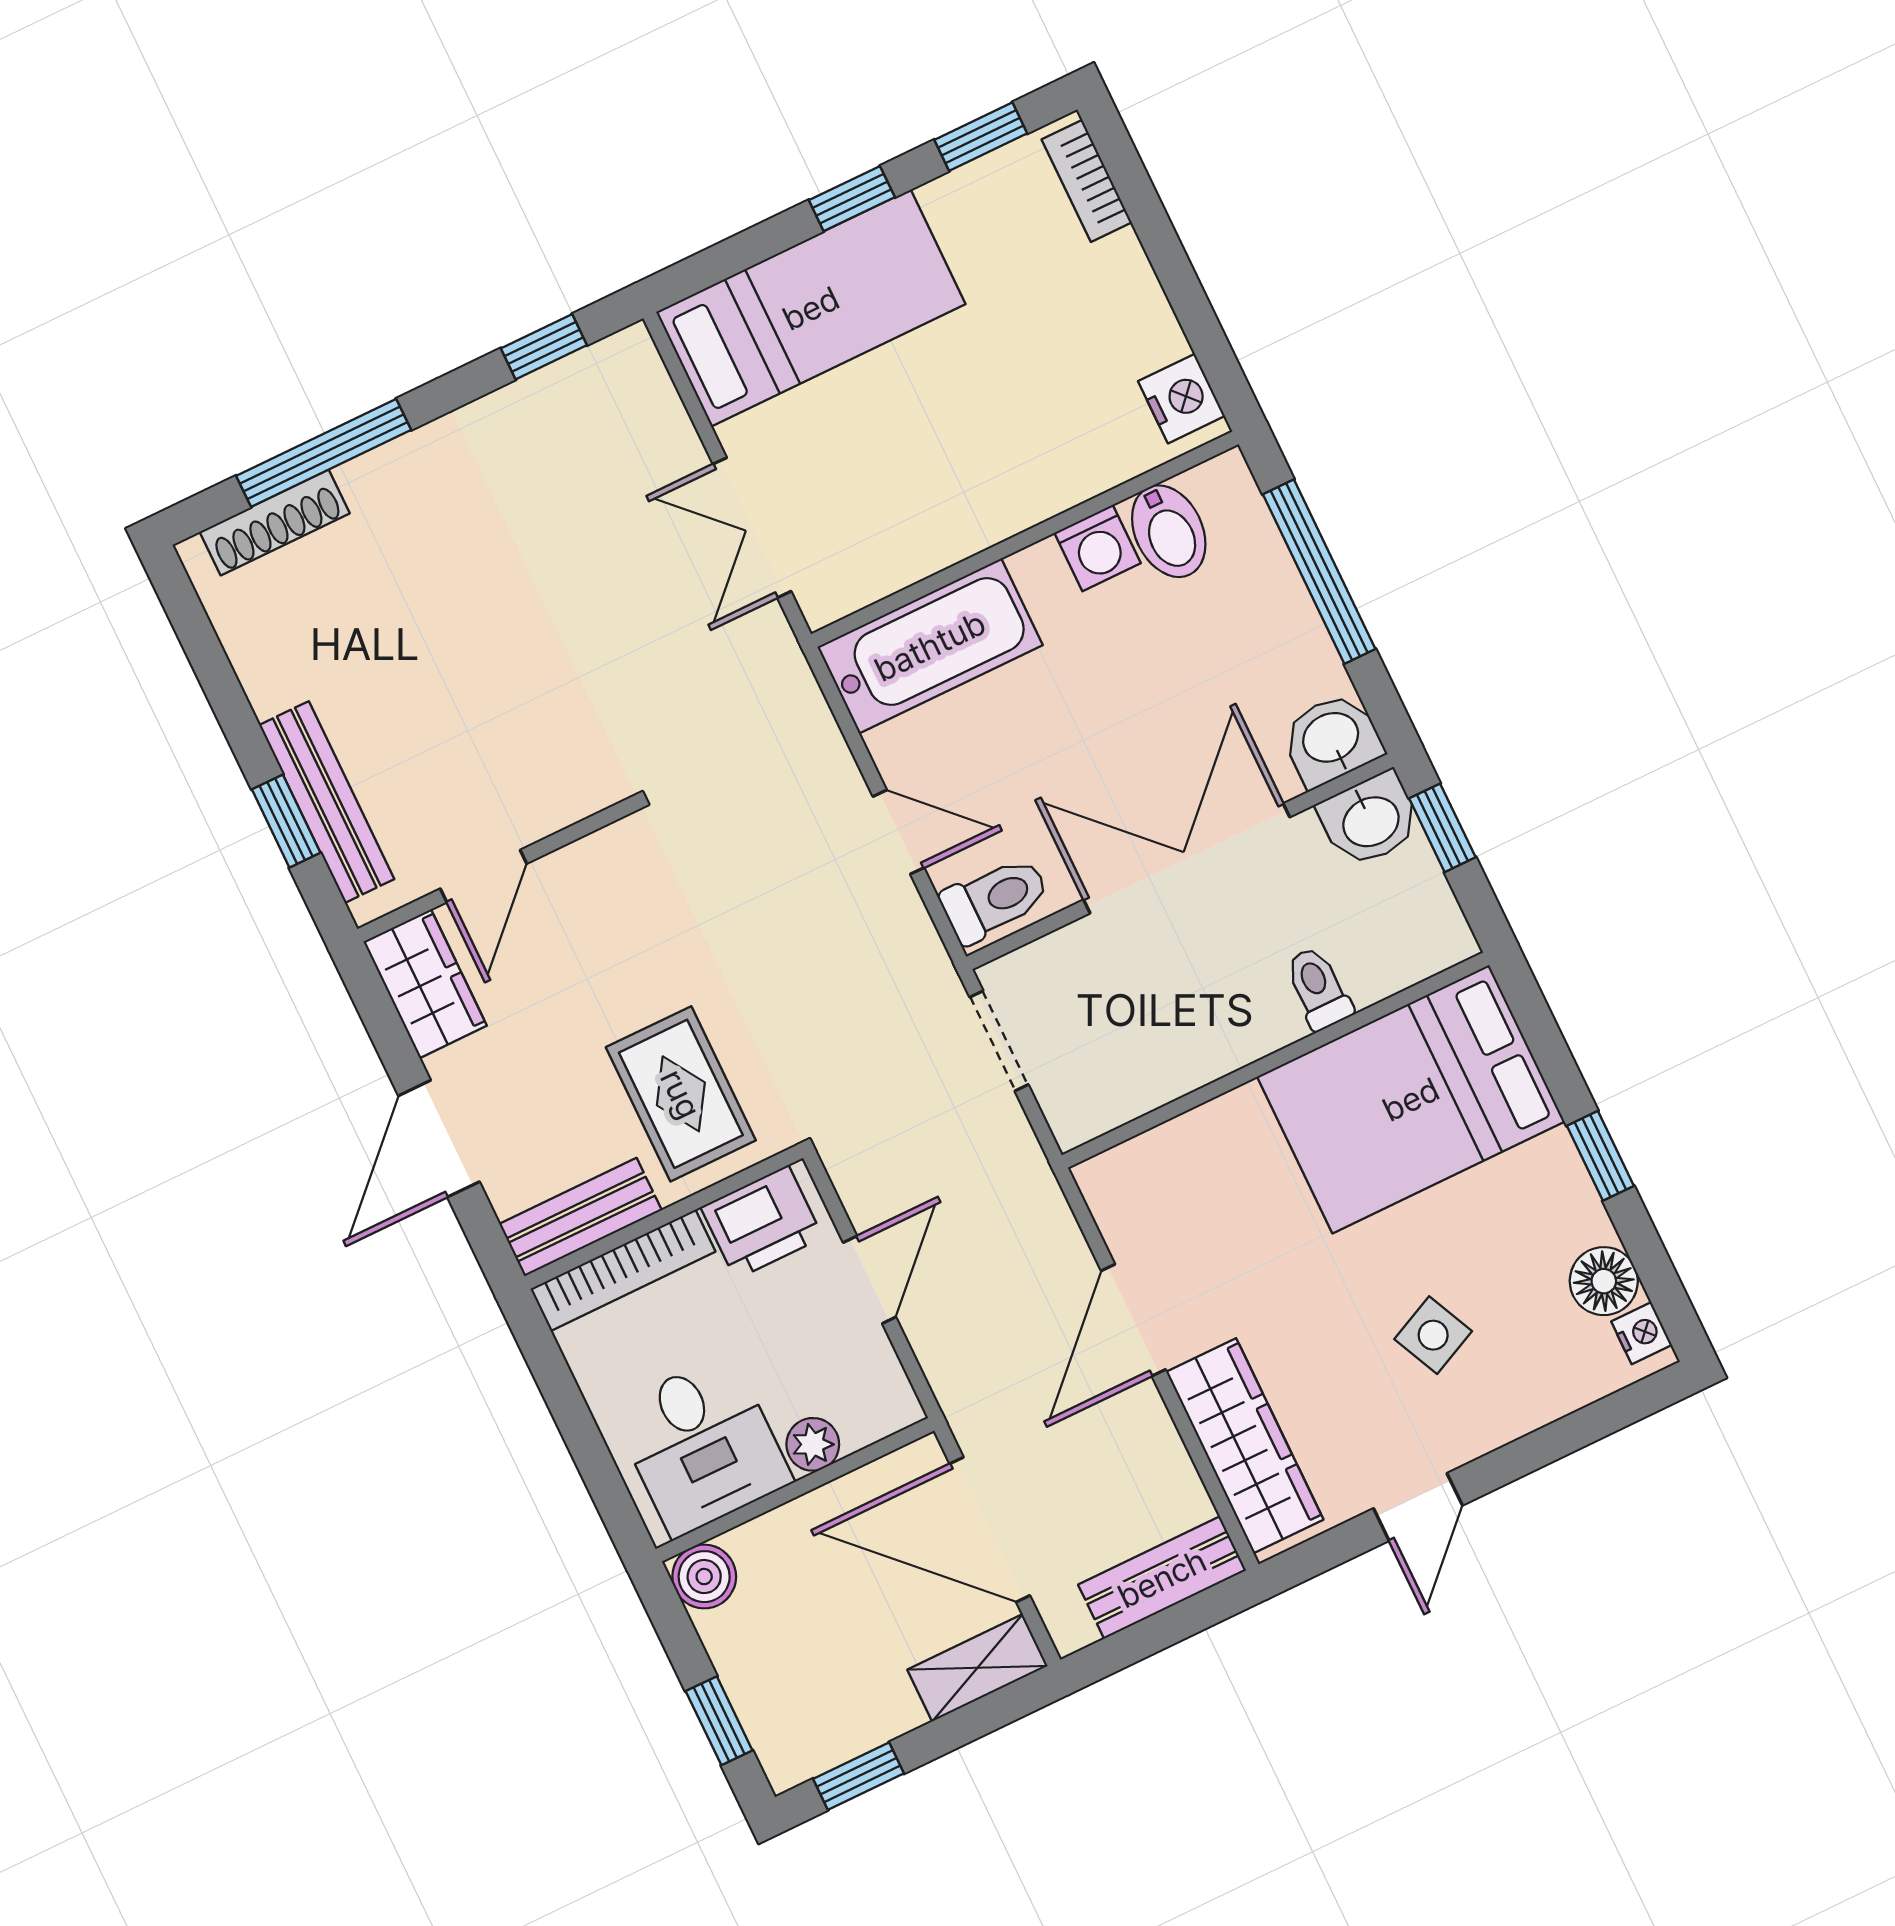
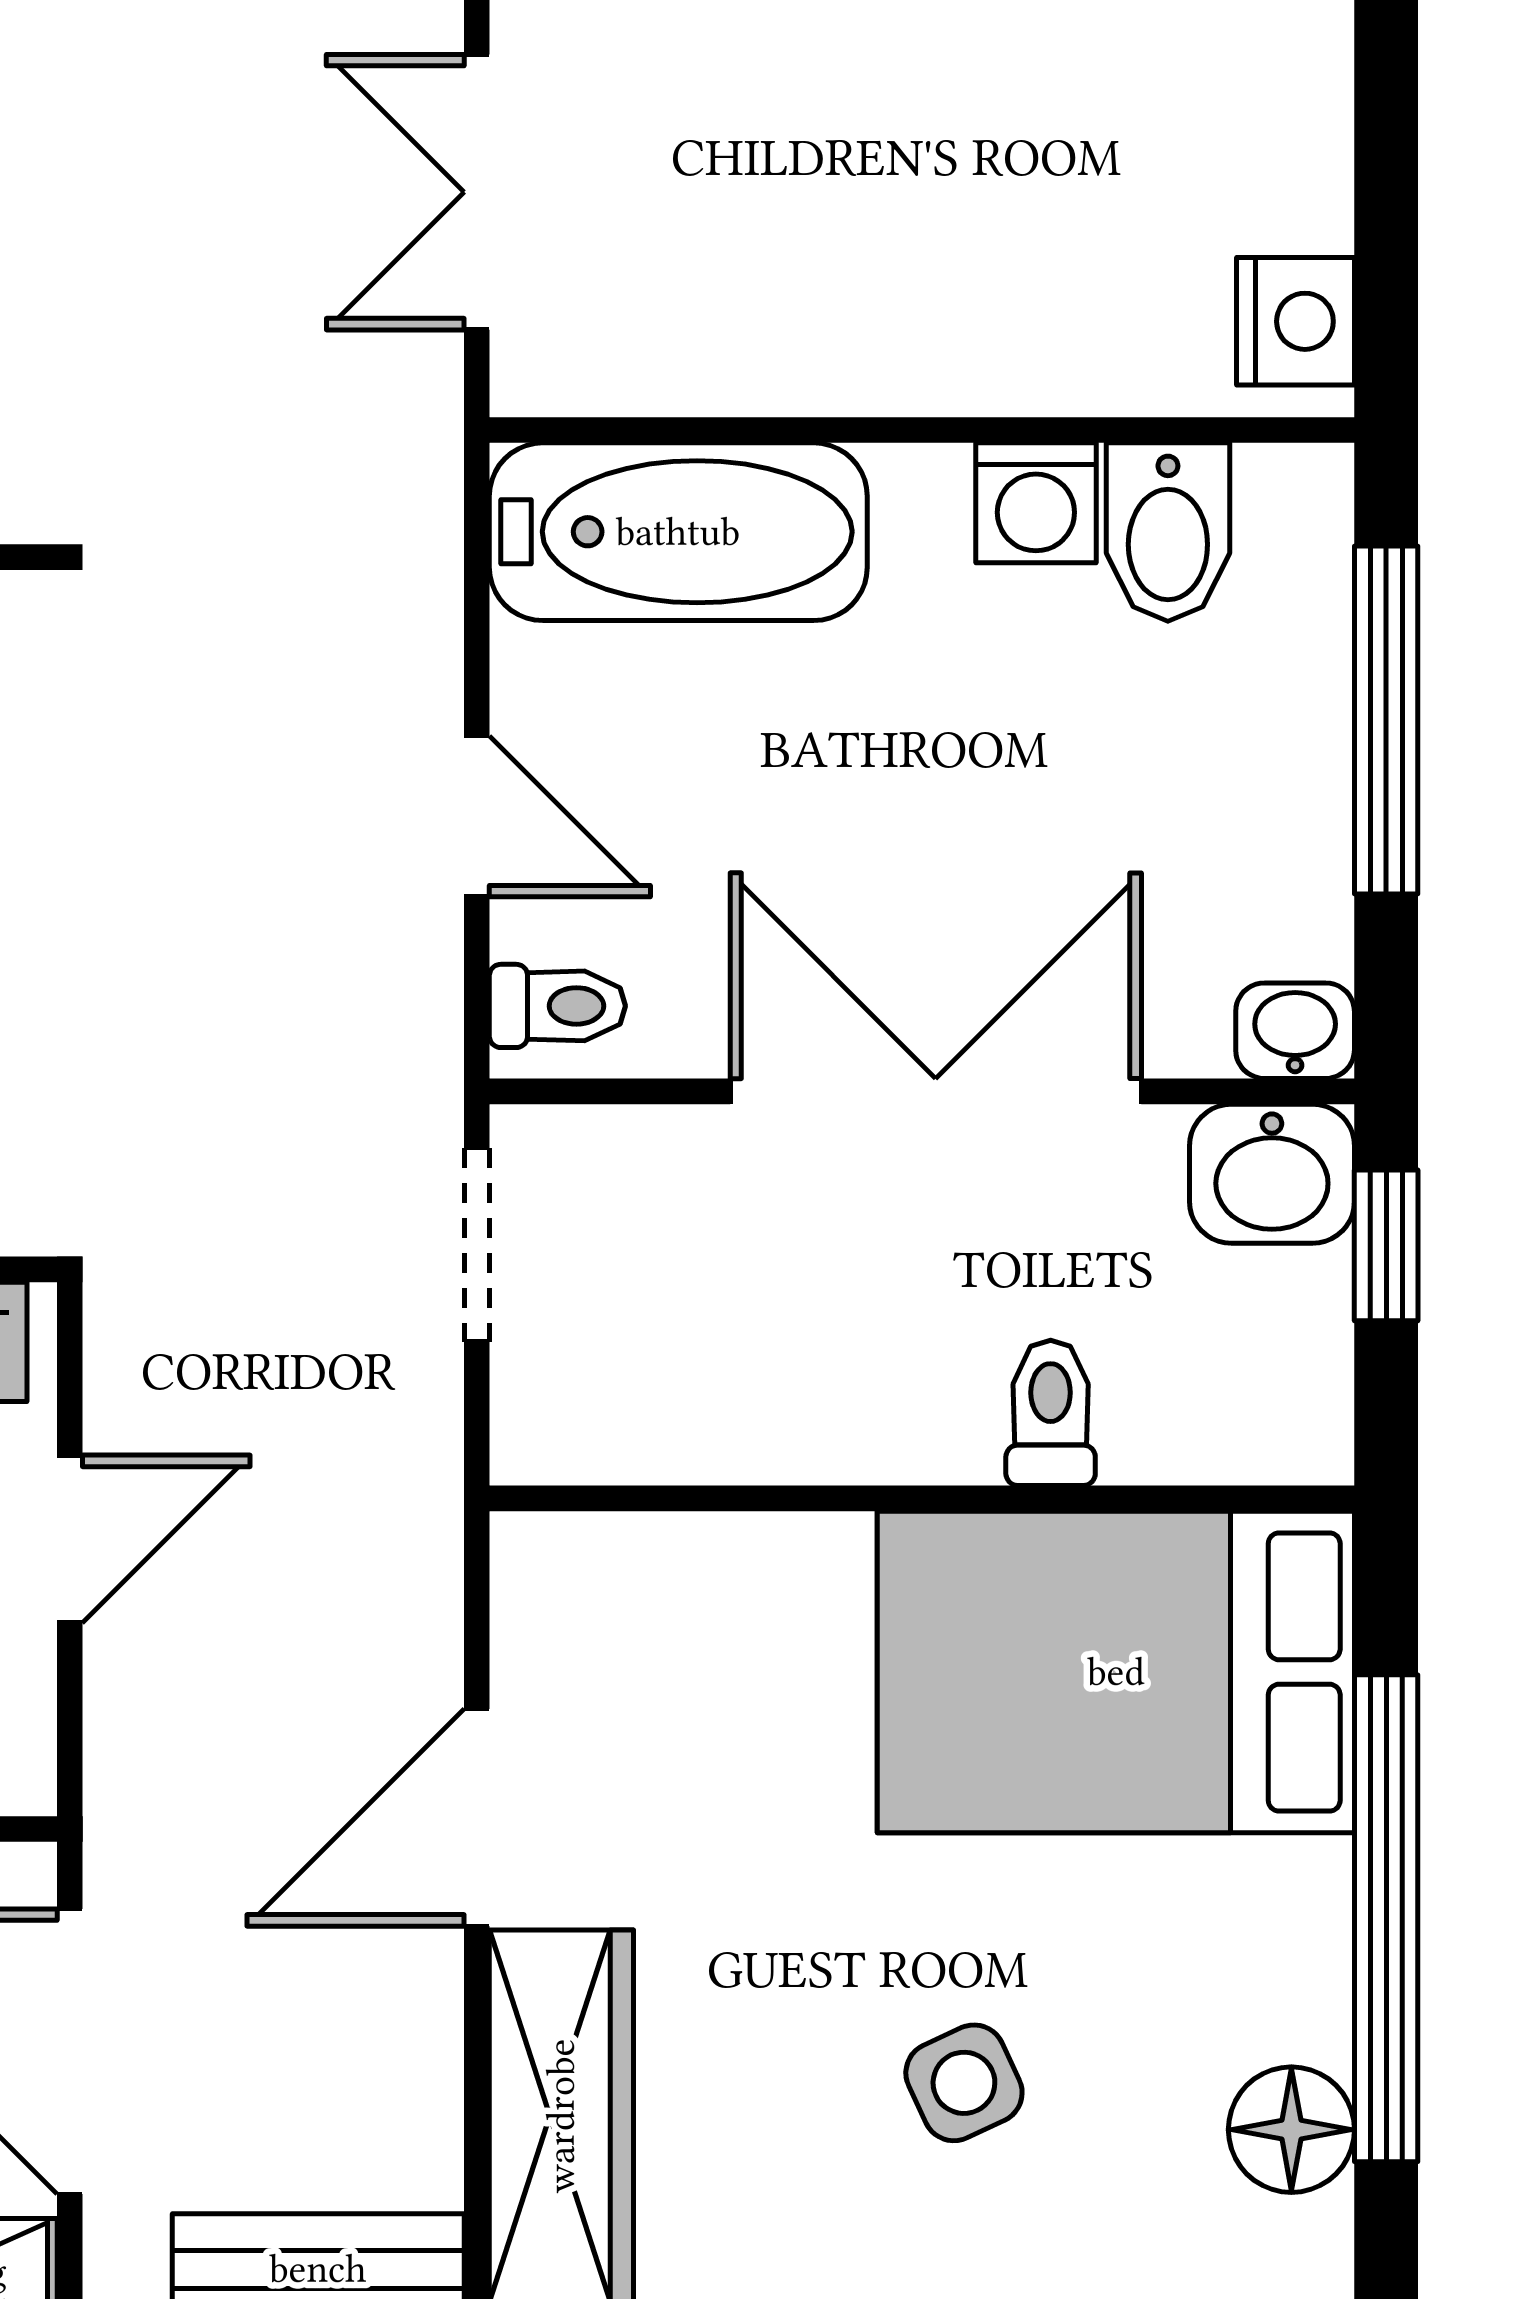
washbasin: (1332, 739) -> (1295, 1031), width x0.72, depth x0.69
toilet: (995, 899) -> (557, 1006), width x0.73, depth x0.72
window: (1600, 1156) -> (1386, 1918), width x3.17
nightstand: (1642, 1333) -> (1313, 2247), removed

